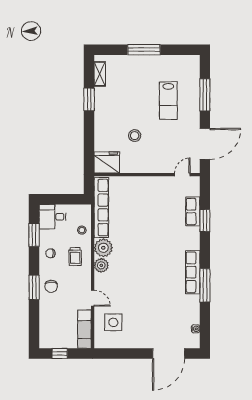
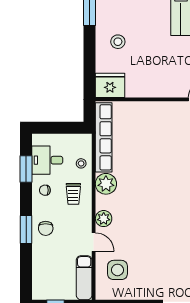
stool: (135, 136) -> (118, 42), moved
desk: (53, 217) -> (47, 160), moved
plant: (101, 265) -> (104, 219), moved

